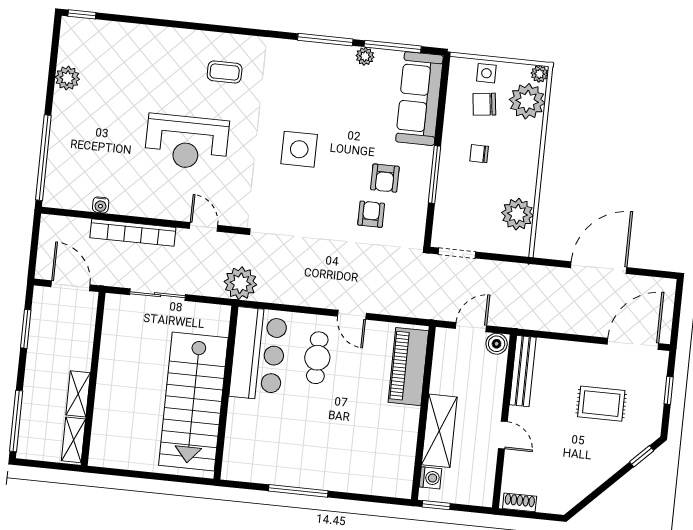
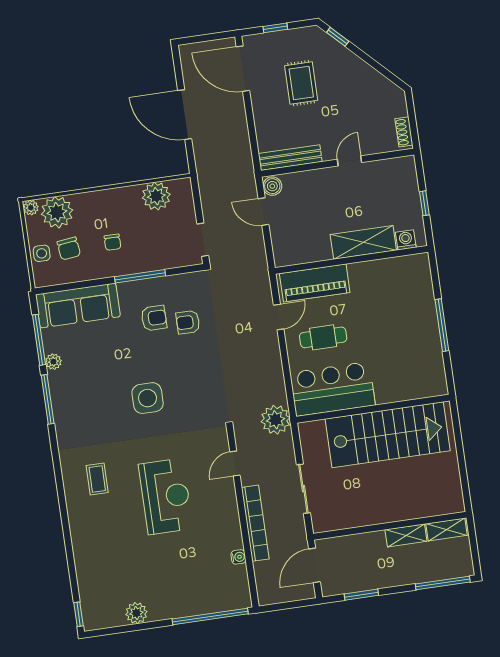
piano: (408, 367) -> (315, 283), moved
wall: (423, 413) -> (351, 260), moved
shelving: (439, 431) -> (363, 242), moved
washing machine: (430, 478) -> (406, 240), moved

